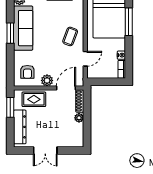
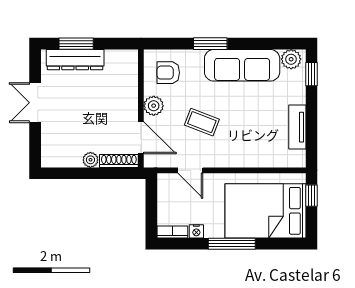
window: (129, 22) -> (232, 244), moved
window: (10, 33) -> (210, 44), moved
coffee table: (70, 36) -> (202, 122), moved
rug: (34, 99) -> (122, 83), removed
window: (10, 107) -> (76, 44), moved

